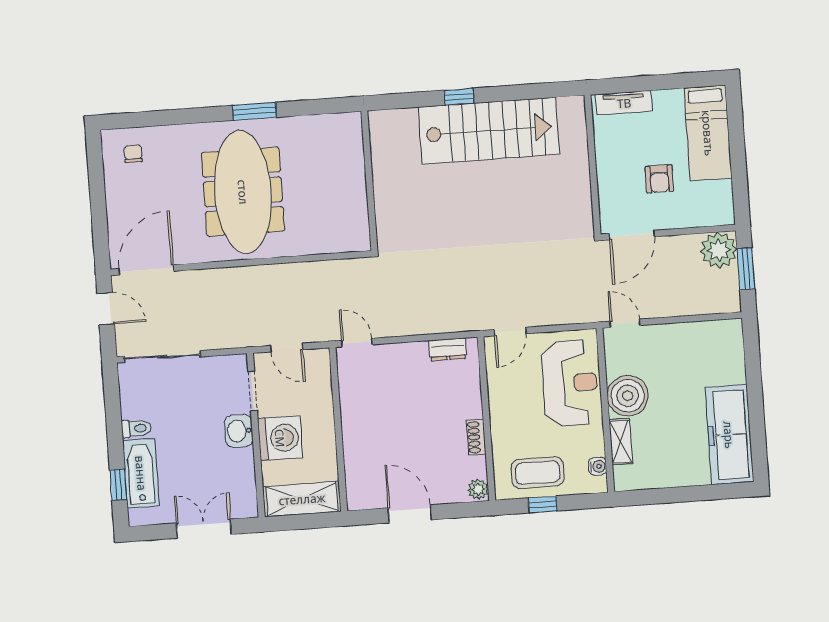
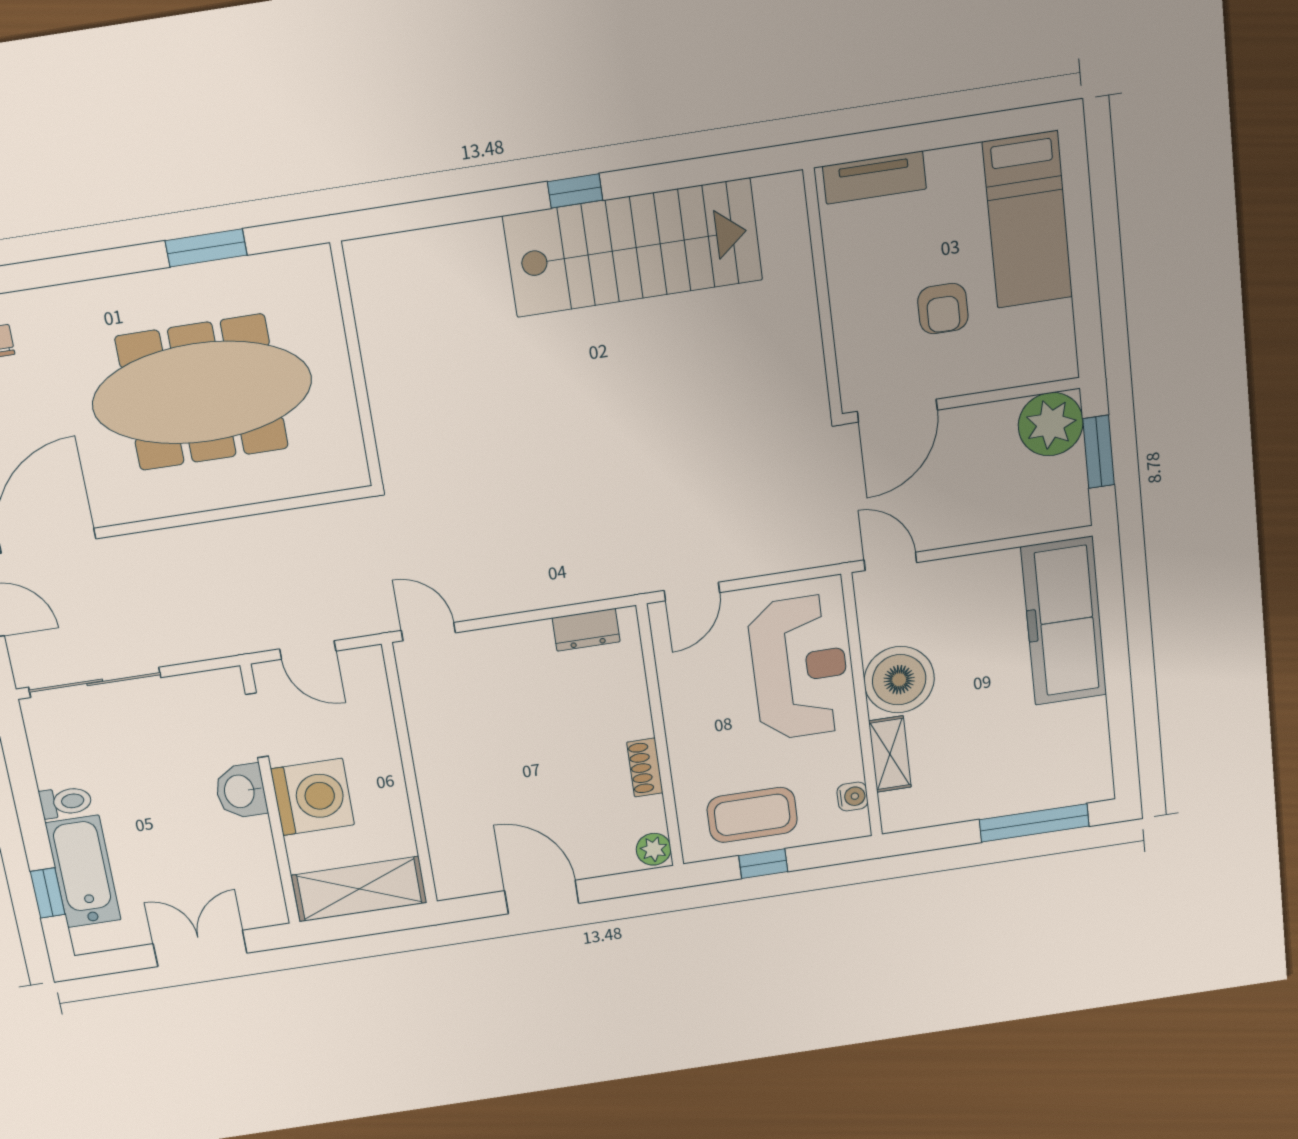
wall: (369, 181) -> (357, 365), moved
meeting table: (243, 192) -> (202, 392), turned 90
freezer: (729, 435) -> (1064, 621), moved
window: (705, 493) -> (1034, 823), added

